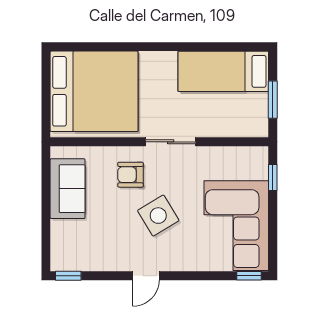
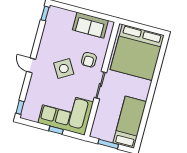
armchair: (130, 175) -> (89, 60), turned 180
window: (273, 177) -> (56, 130), moved
corner sofa: (236, 226) -> (66, 112), moved
door: (146, 276) -> (31, 65), moved

